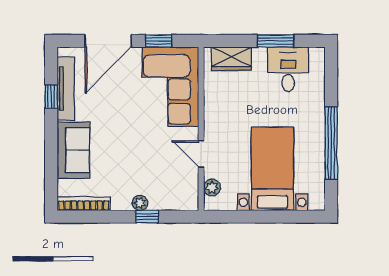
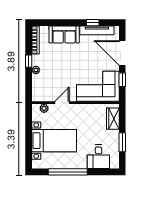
desk: (288, 69) -> (98, 157), moved, turned 90
window: (147, 217) -> (29, 61), moved

